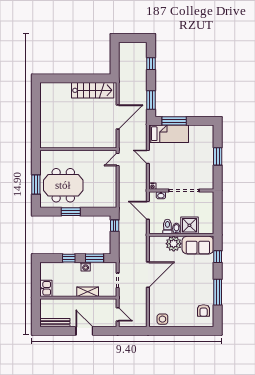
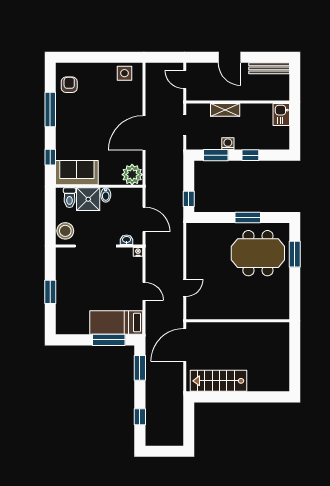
wall: (78, 149) -> (238, 321), moved
stool: (207, 202) -> (65, 231), added
toilet: (167, 226) -> (70, 198), moved
plant: (174, 244) -> (132, 175), moved

